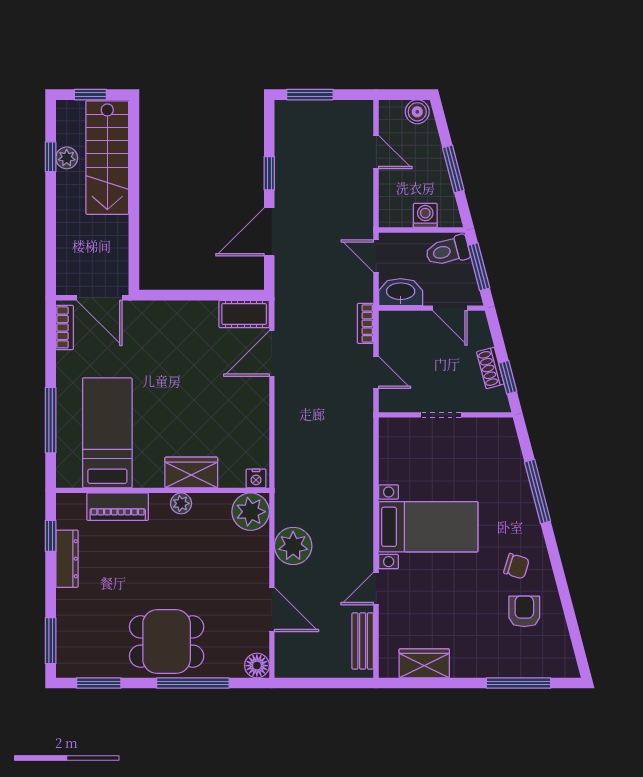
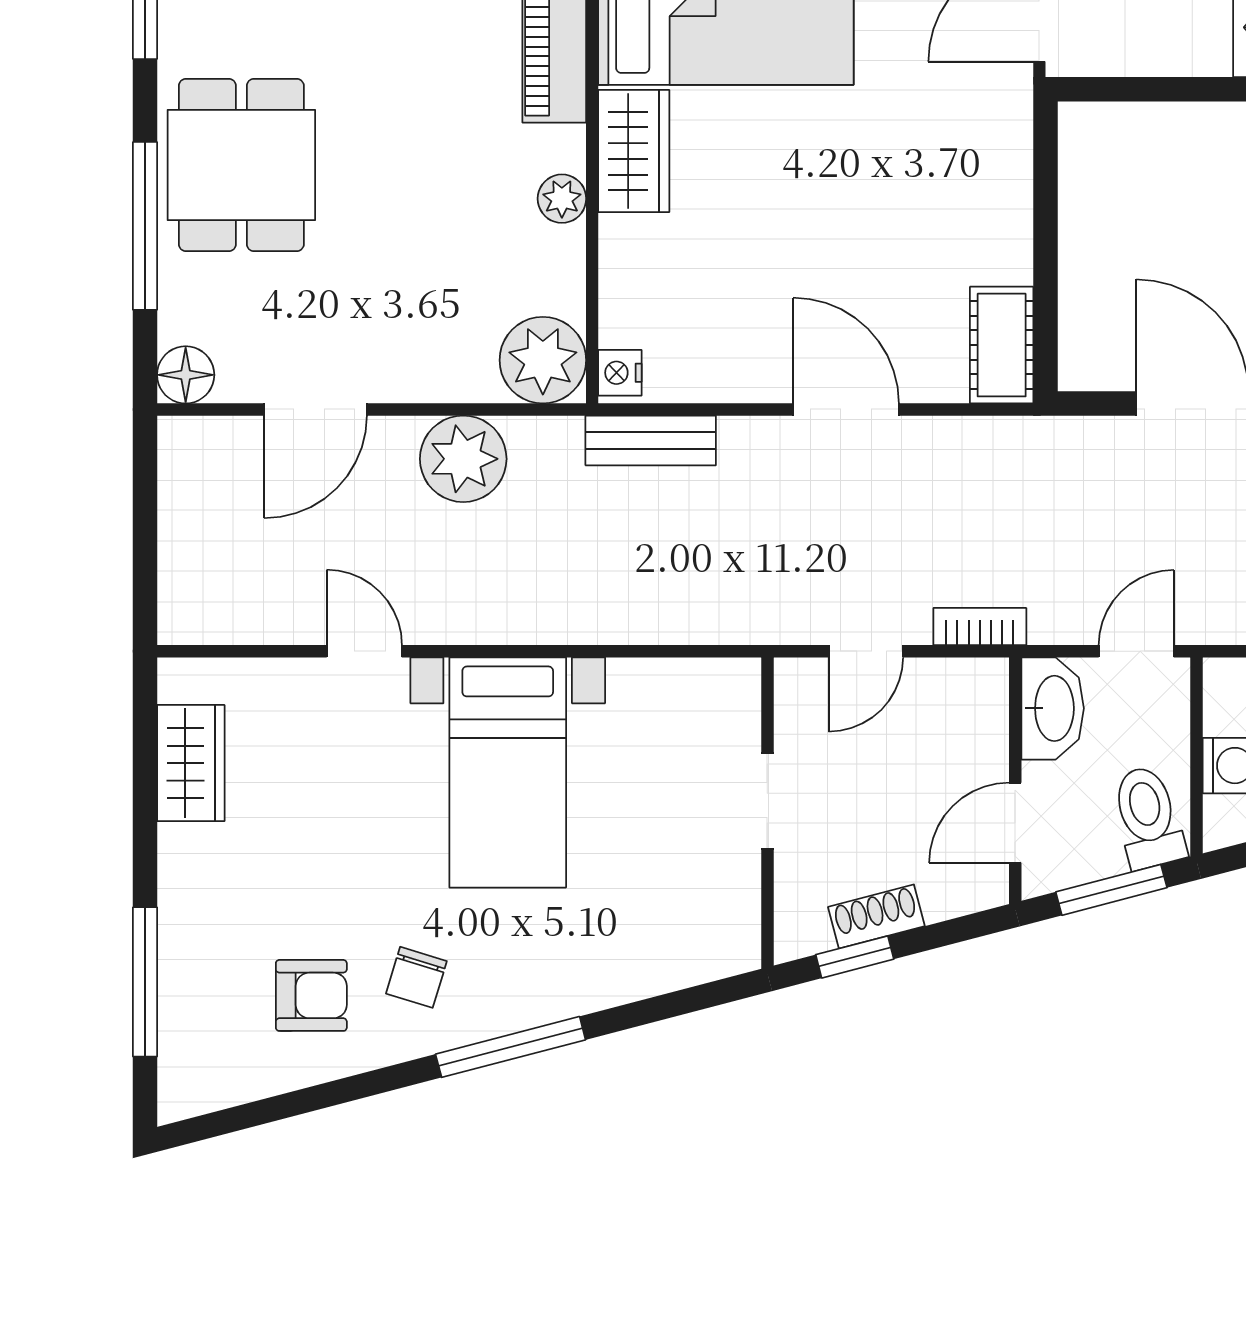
door: (272, 354) -> (846, 409), moved
wardrobe: (191, 472) -> (634, 151), moved
window: (538, 492) -> (511, 1047), moved
bench: (363, 641) -> (651, 440), moved

